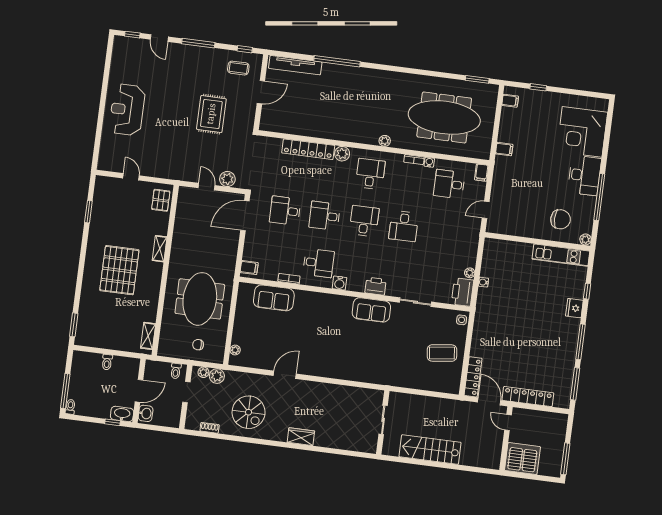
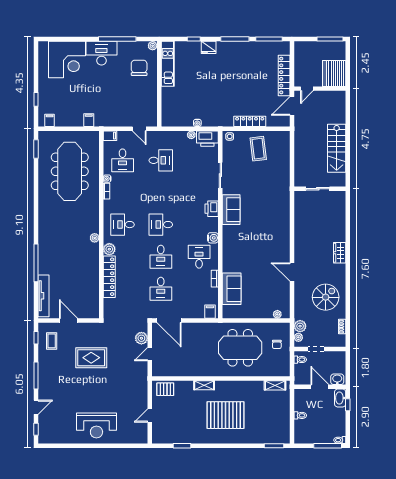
plant: (385, 141) -> (95, 238), moved
desk: (404, 226) -> (161, 160), moved
locker: (473, 377) -> (250, 121), moved

